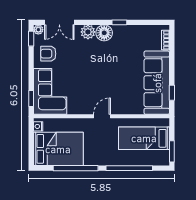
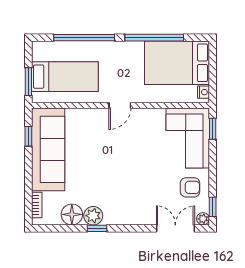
plant: (88, 32) -> (93, 216), moved
floor lamp: (104, 33) -> (72, 214), moved
window: (172, 151) -> (28, 82), moved

